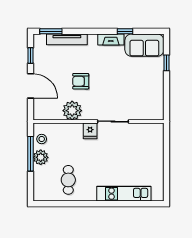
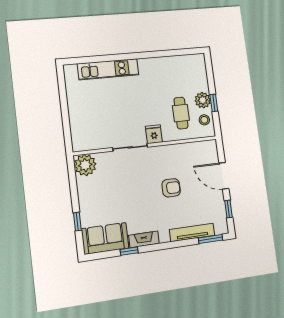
plant: (72, 111) -> (85, 165), moved
window: (30, 154) -> (214, 103), width x0.46
cafe table: (68, 180) -> (181, 113), moved

